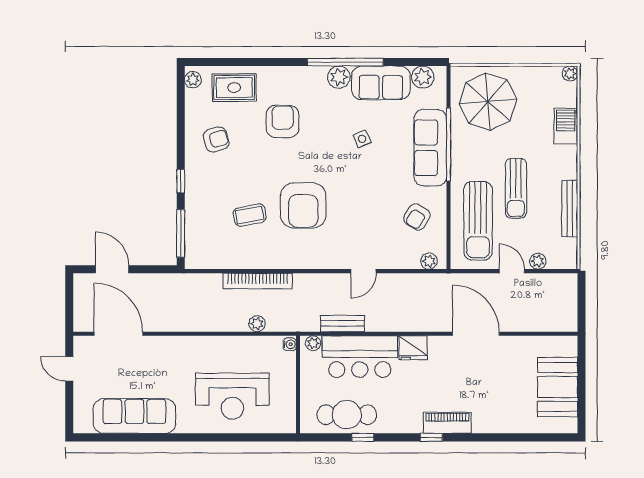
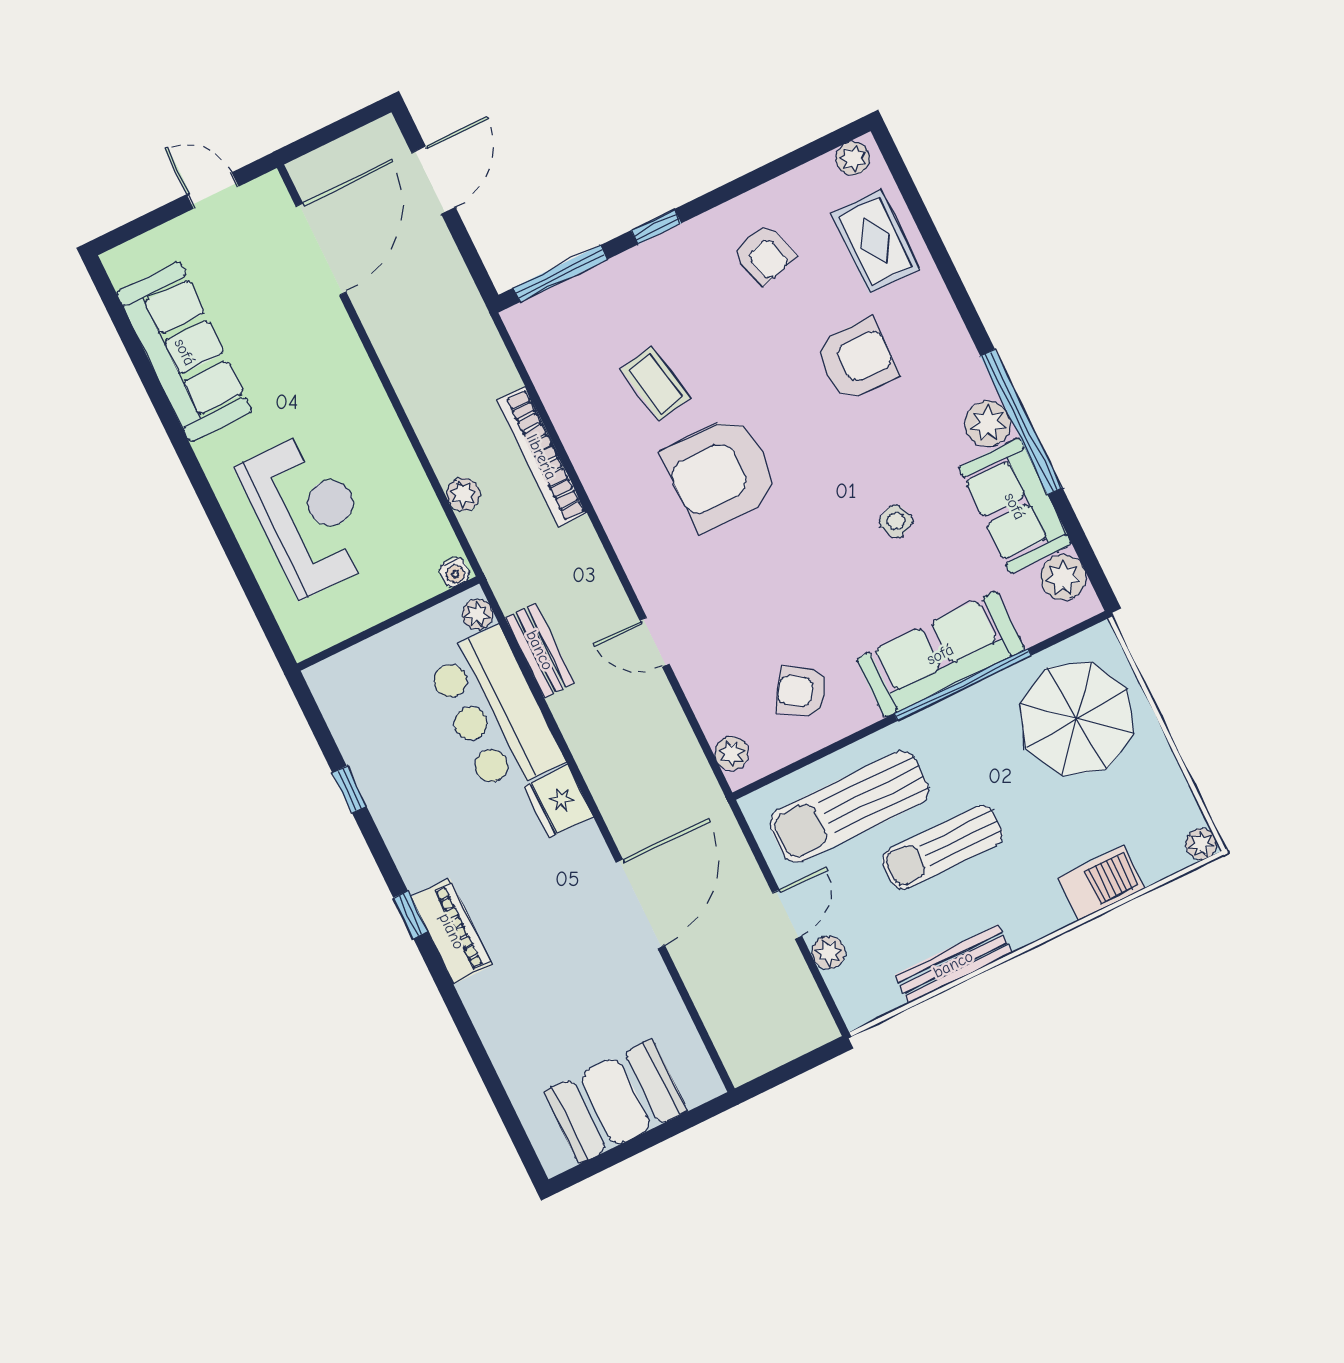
door: (69, 369) -> (213, 190), hinge flipped
reception desk: (232, 396) -> (308, 514), turned 180
cafe table: (347, 415) -> (377, 740), removed

